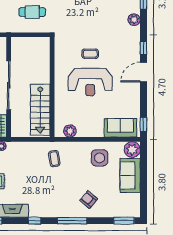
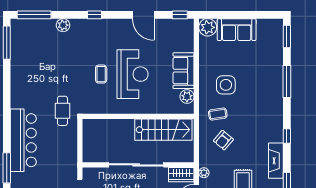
cafe table: (32, 12) -> (63, 111), moved
door: (143, 72) -> (143, 15), moved
sofa: (120, 128) -> (183, 71), moved
side table: (100, 158) -> (226, 85), moved
armchair: (89, 200) -> (223, 140), moved
window: (72, 221) -> (287, 82), moved

